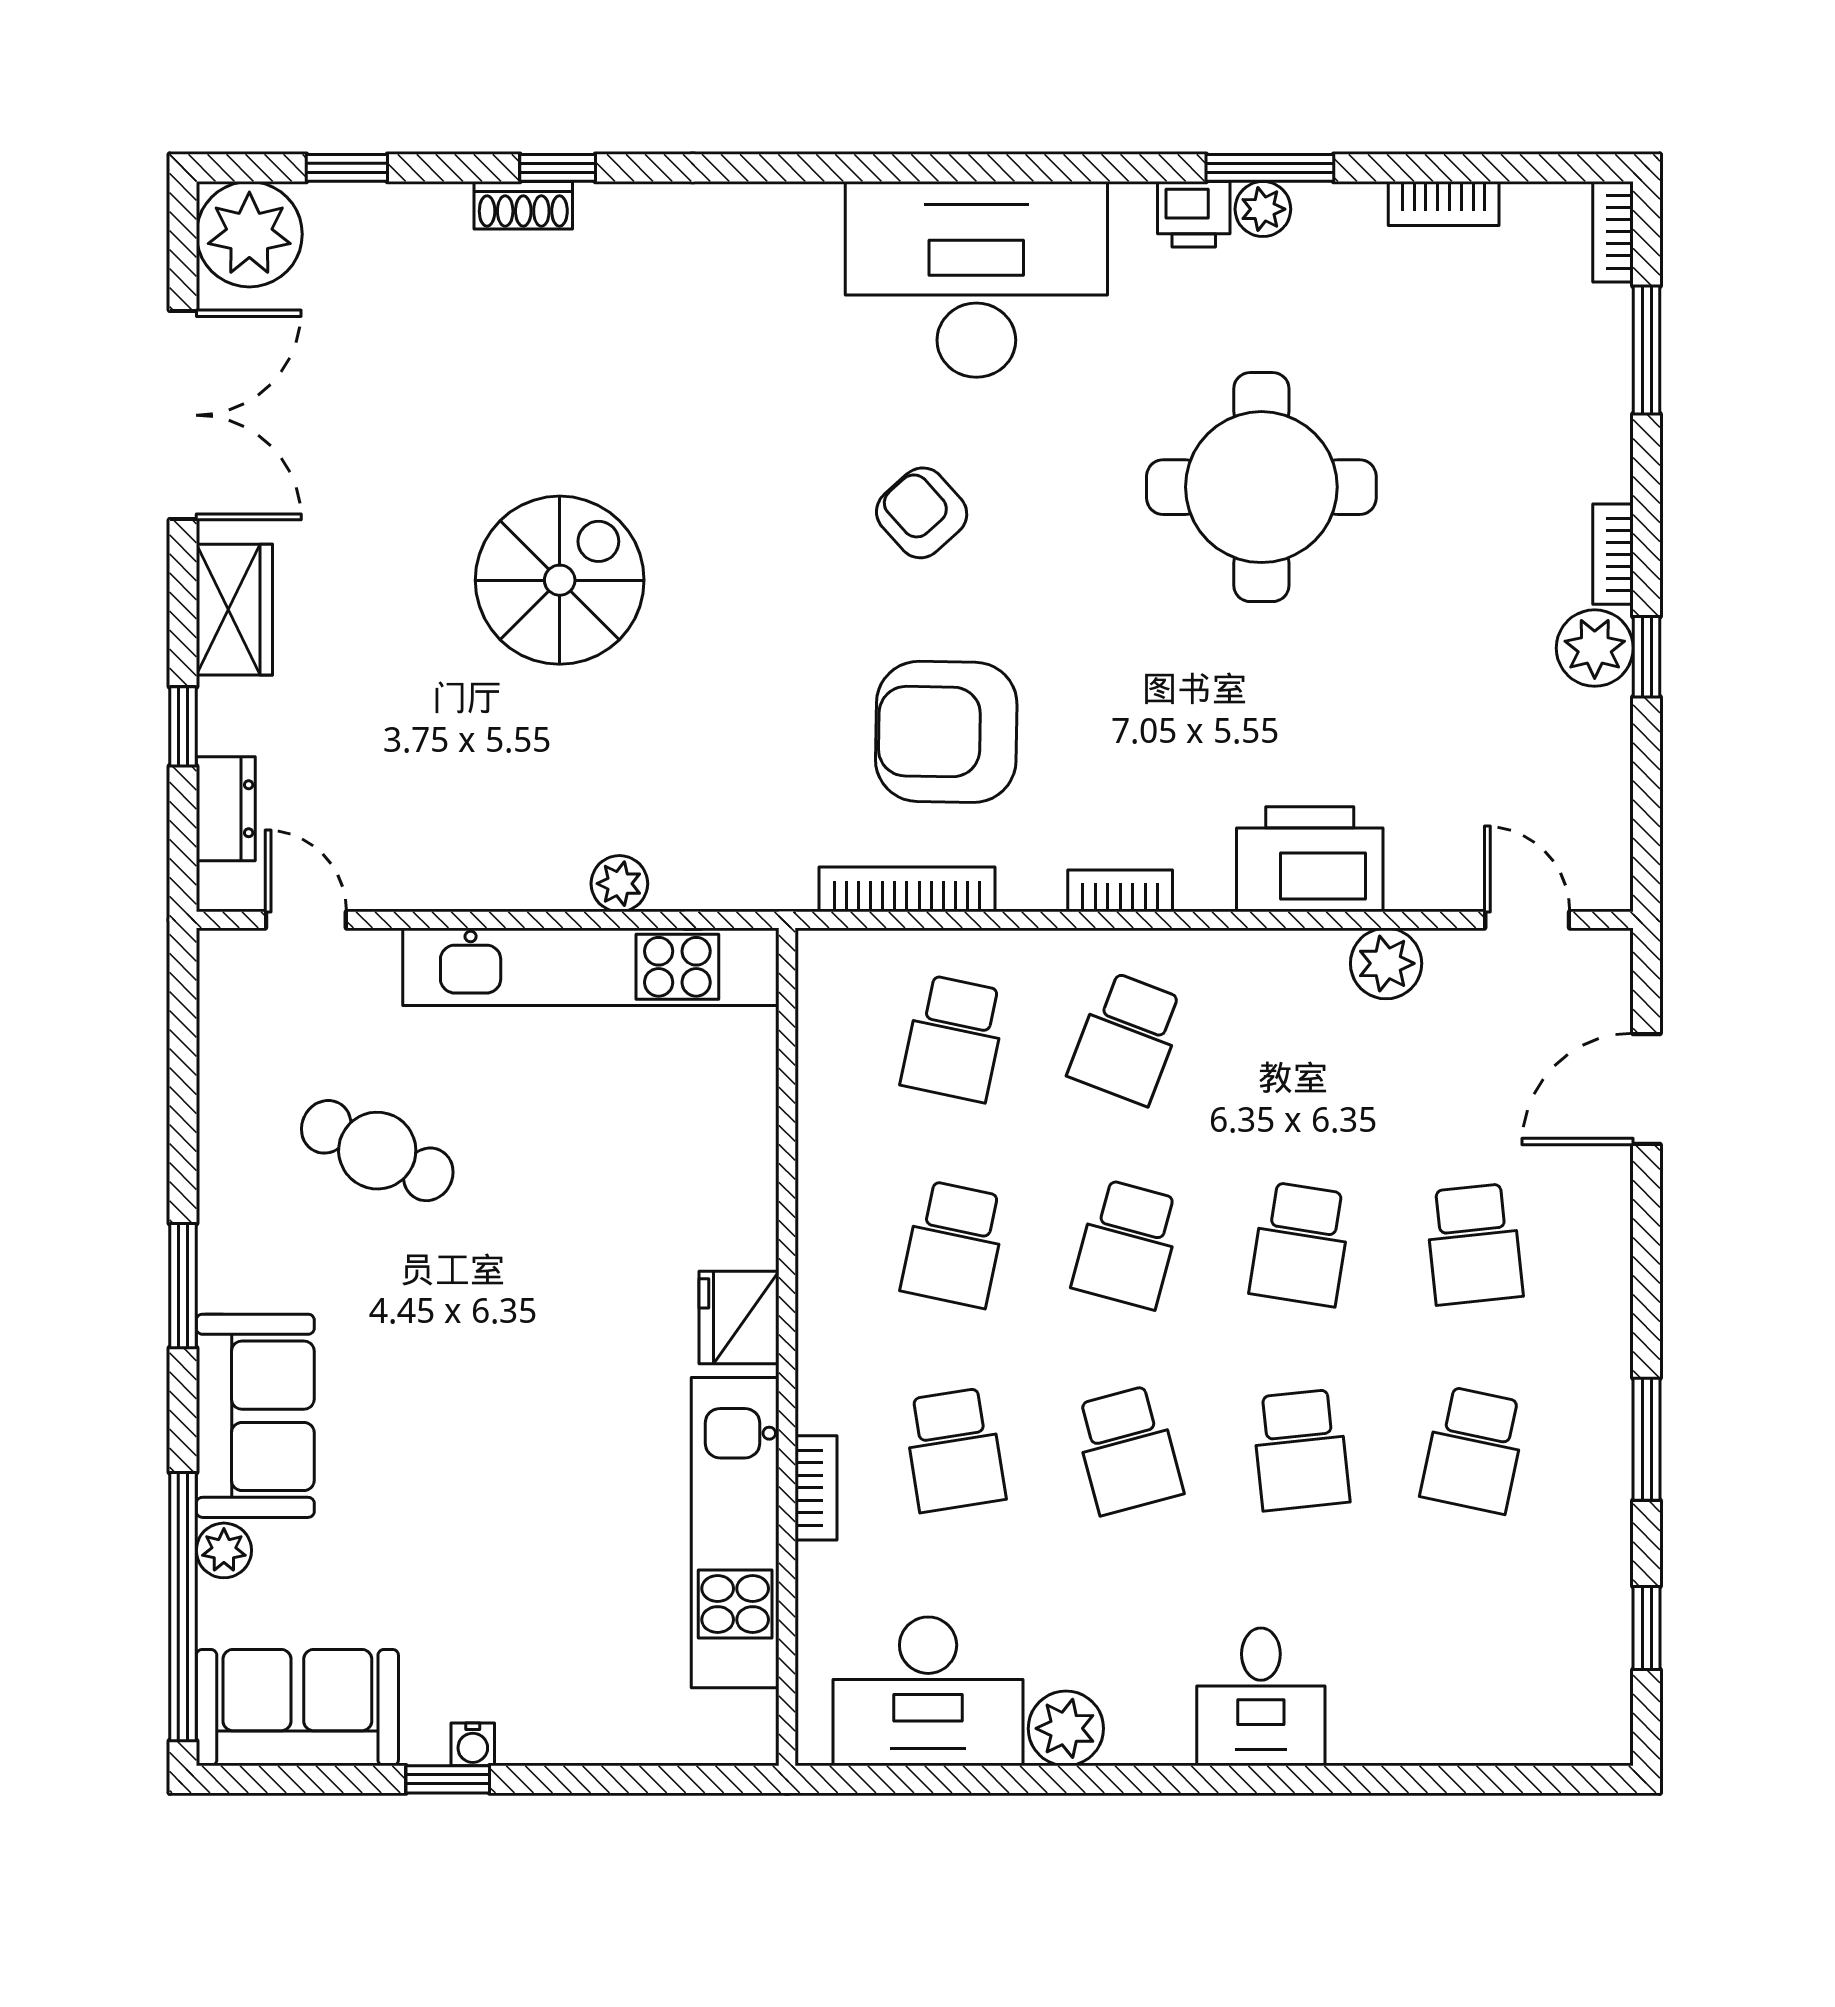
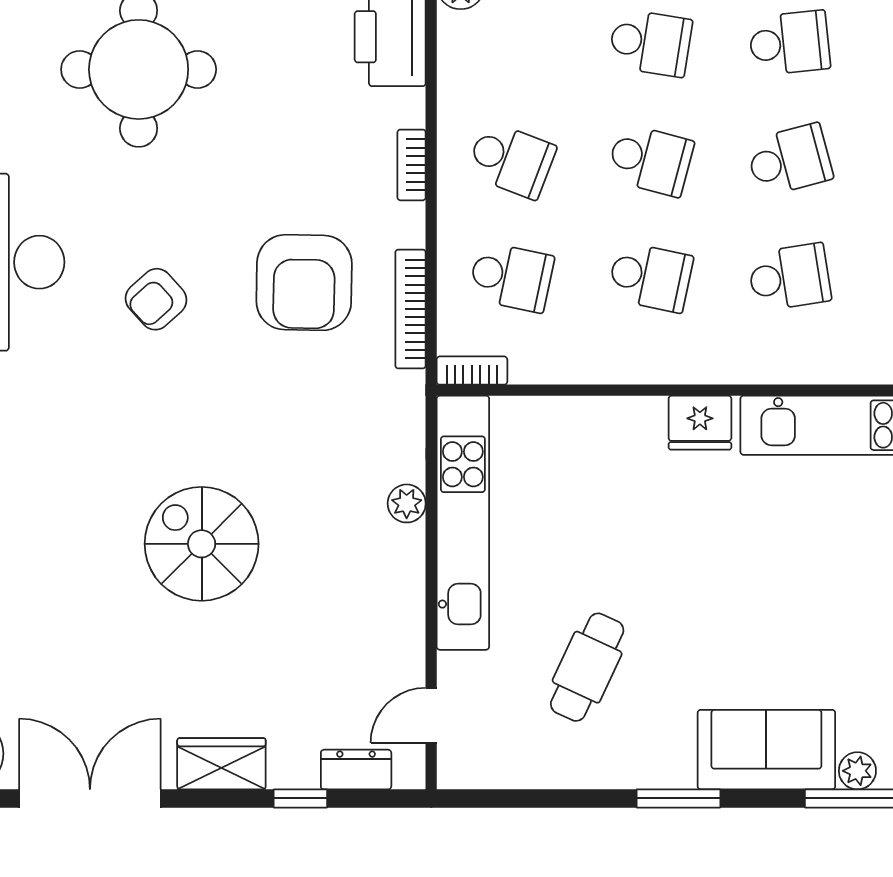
bookcase: (816, 1488) -> (472, 371), moved

